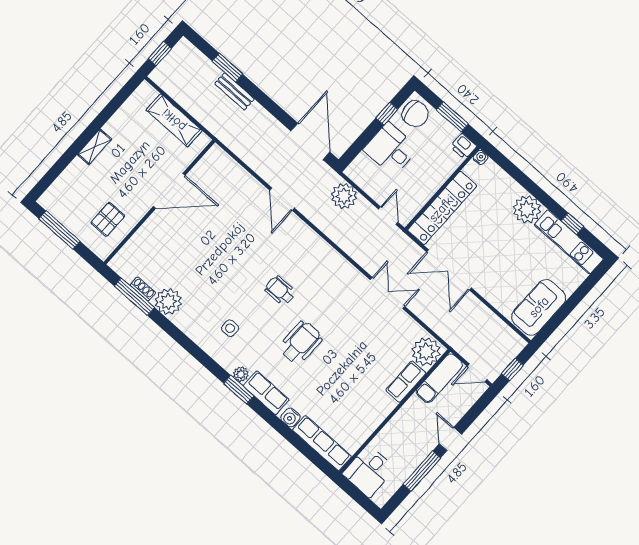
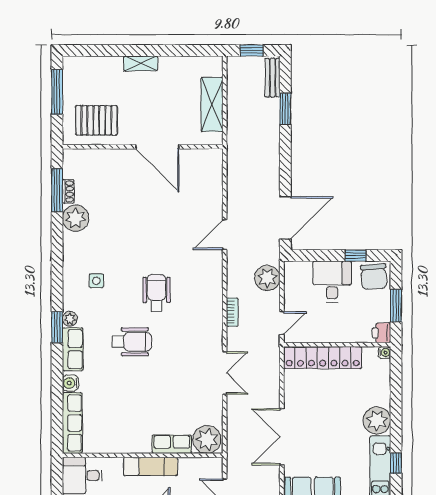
bench: (234, 91) -> (273, 78), moved
pallet: (108, 219) -> (96, 120), width x1.50, depth x1.42
bookcase: (346, 246) -> (232, 312), added
double door: (449, 270) -> (282, 437), moved
wheelchair: (280, 291) -> (157, 293), width x1.36, depth x1.37
exam couch: (439, 378) -> (151, 466), moved

